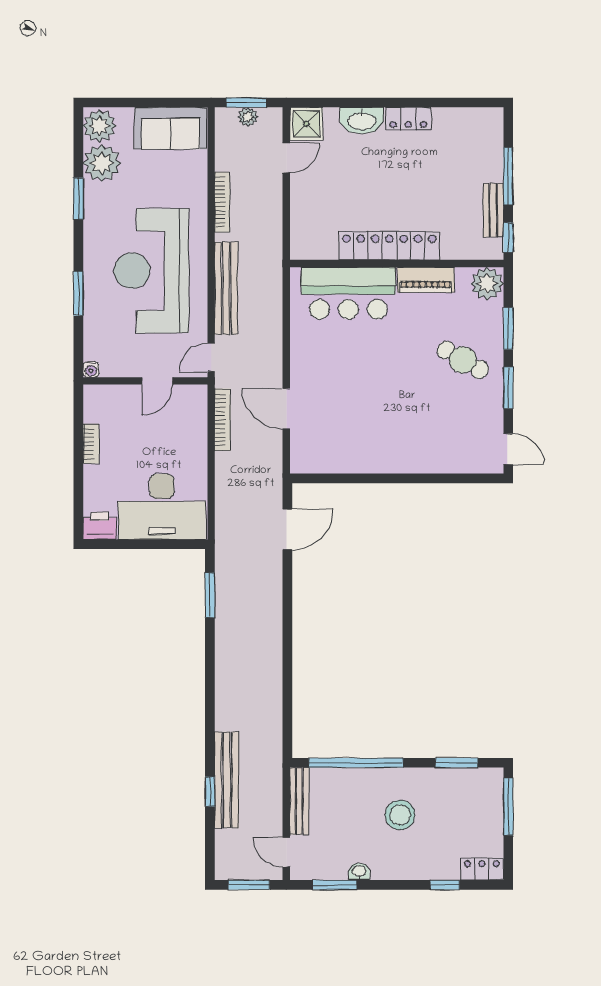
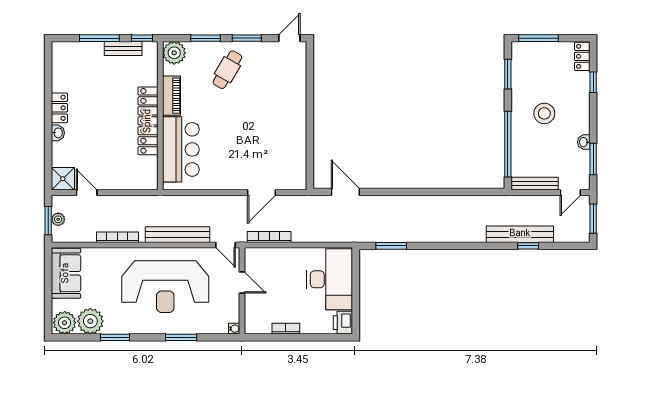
washbasin: (362, 121) -> (58, 133), width x0.52, depth x0.69

